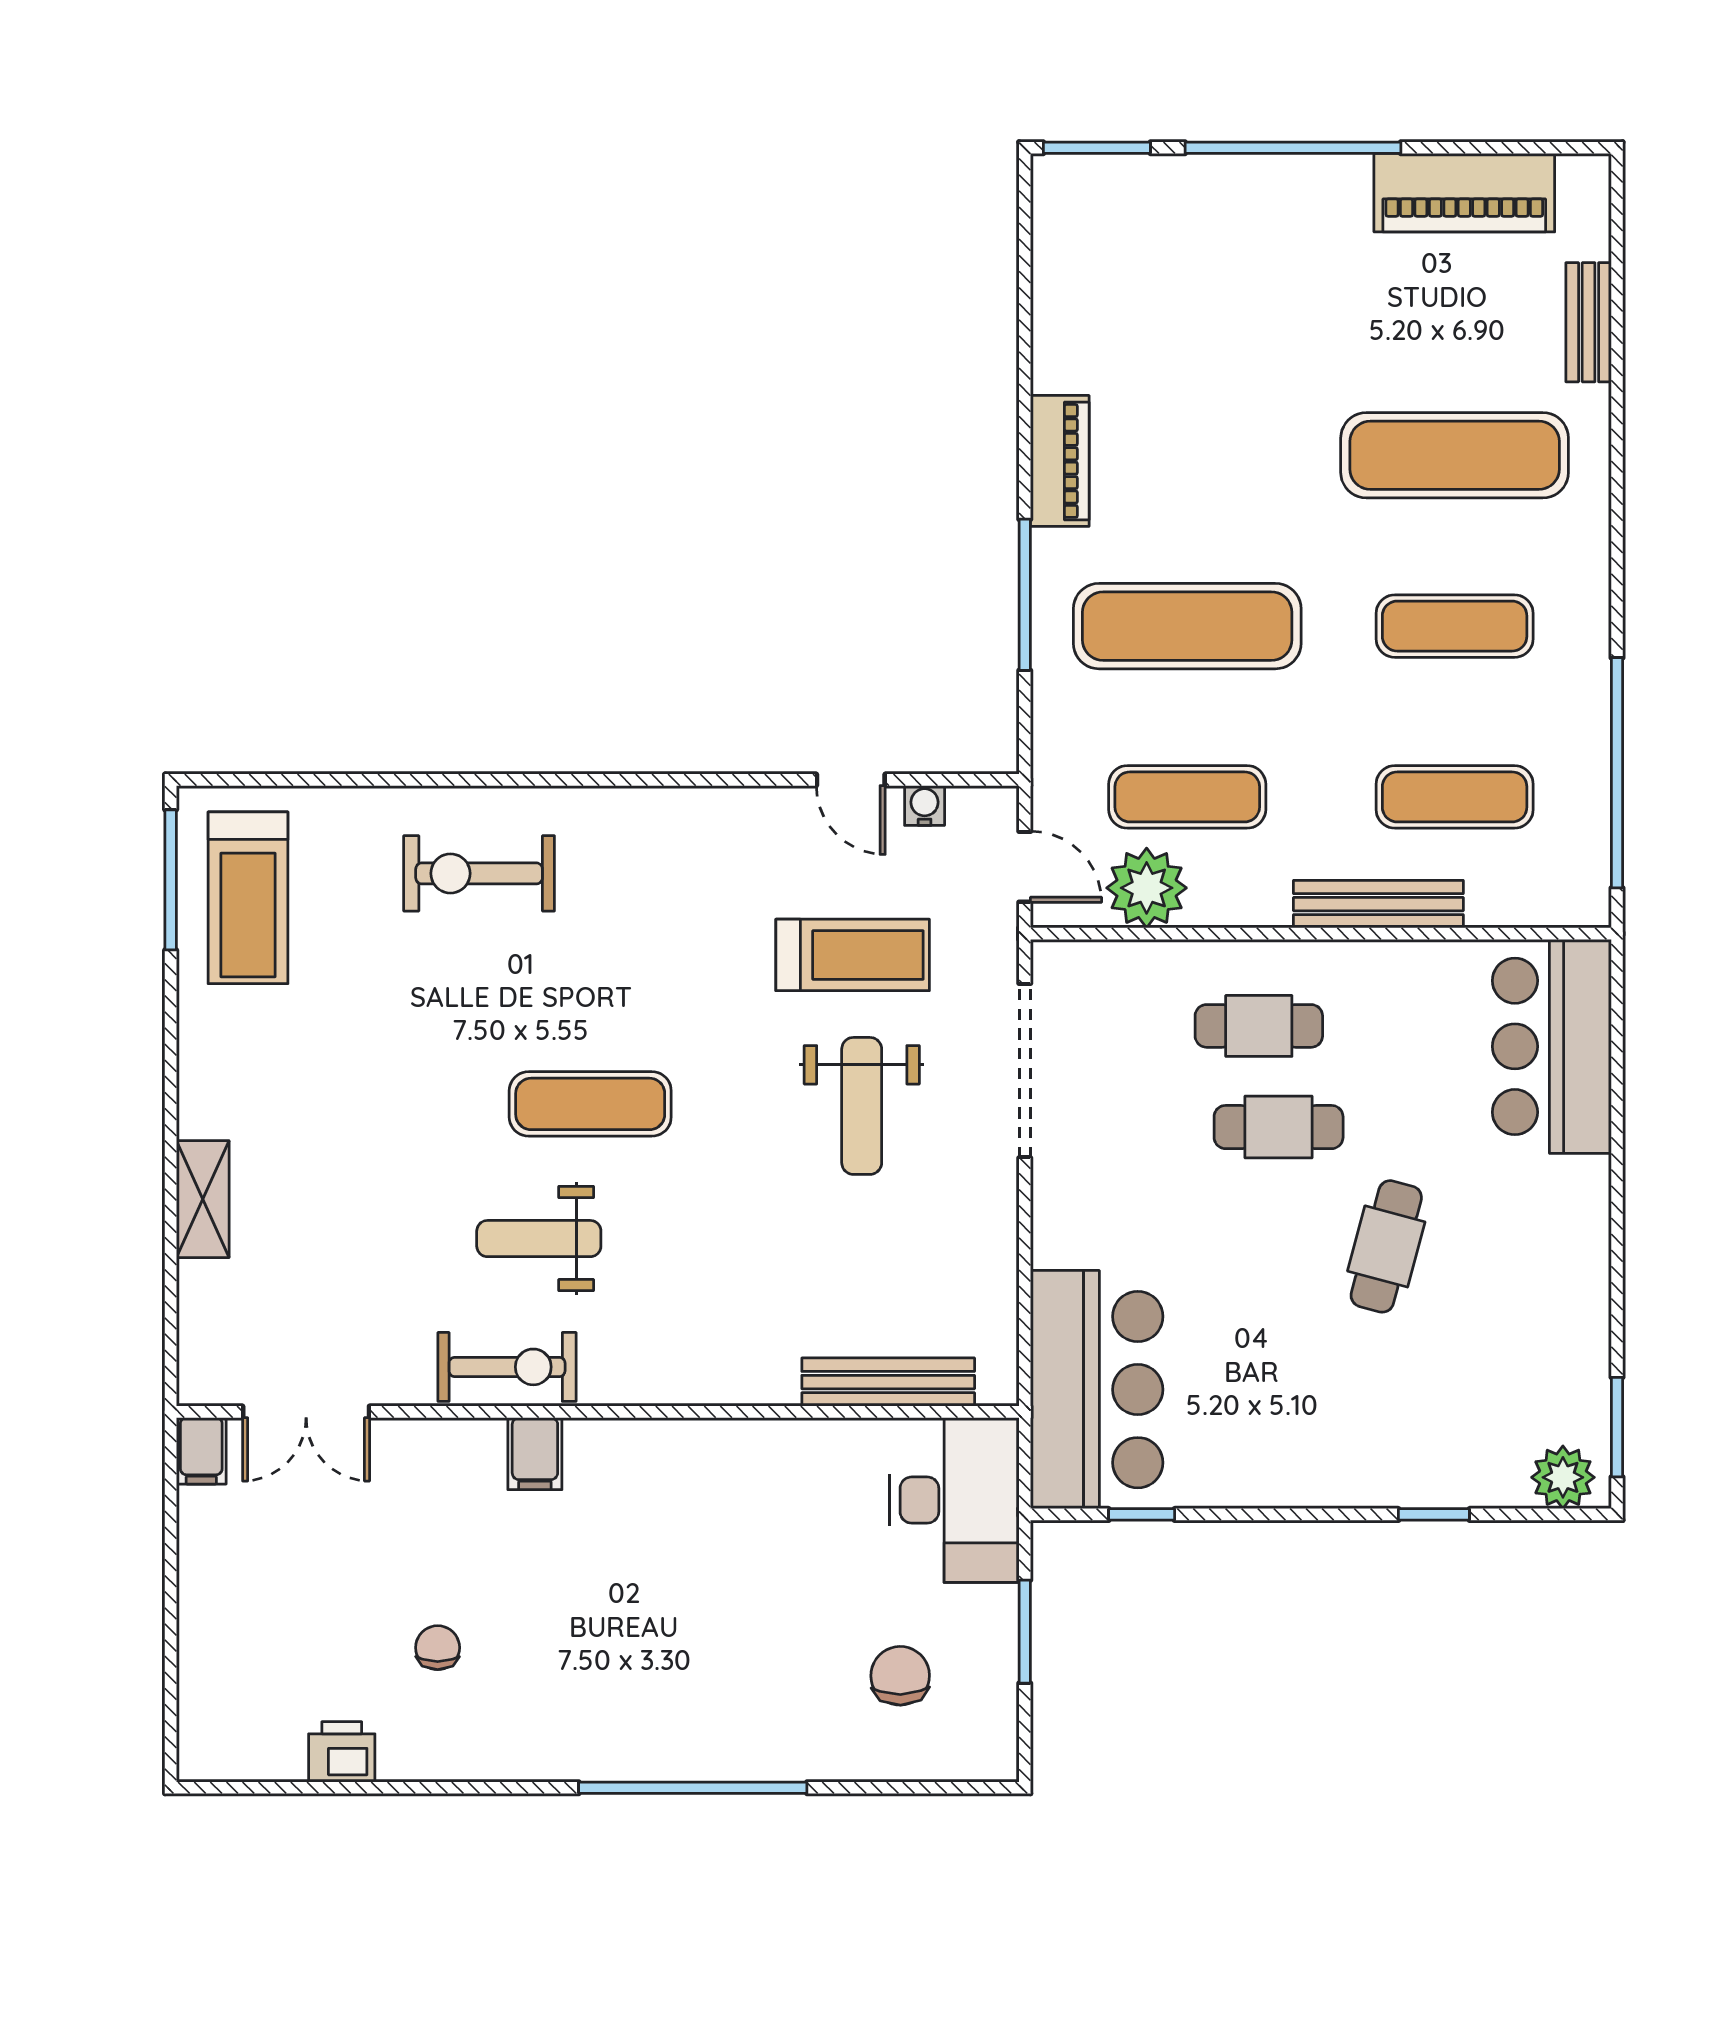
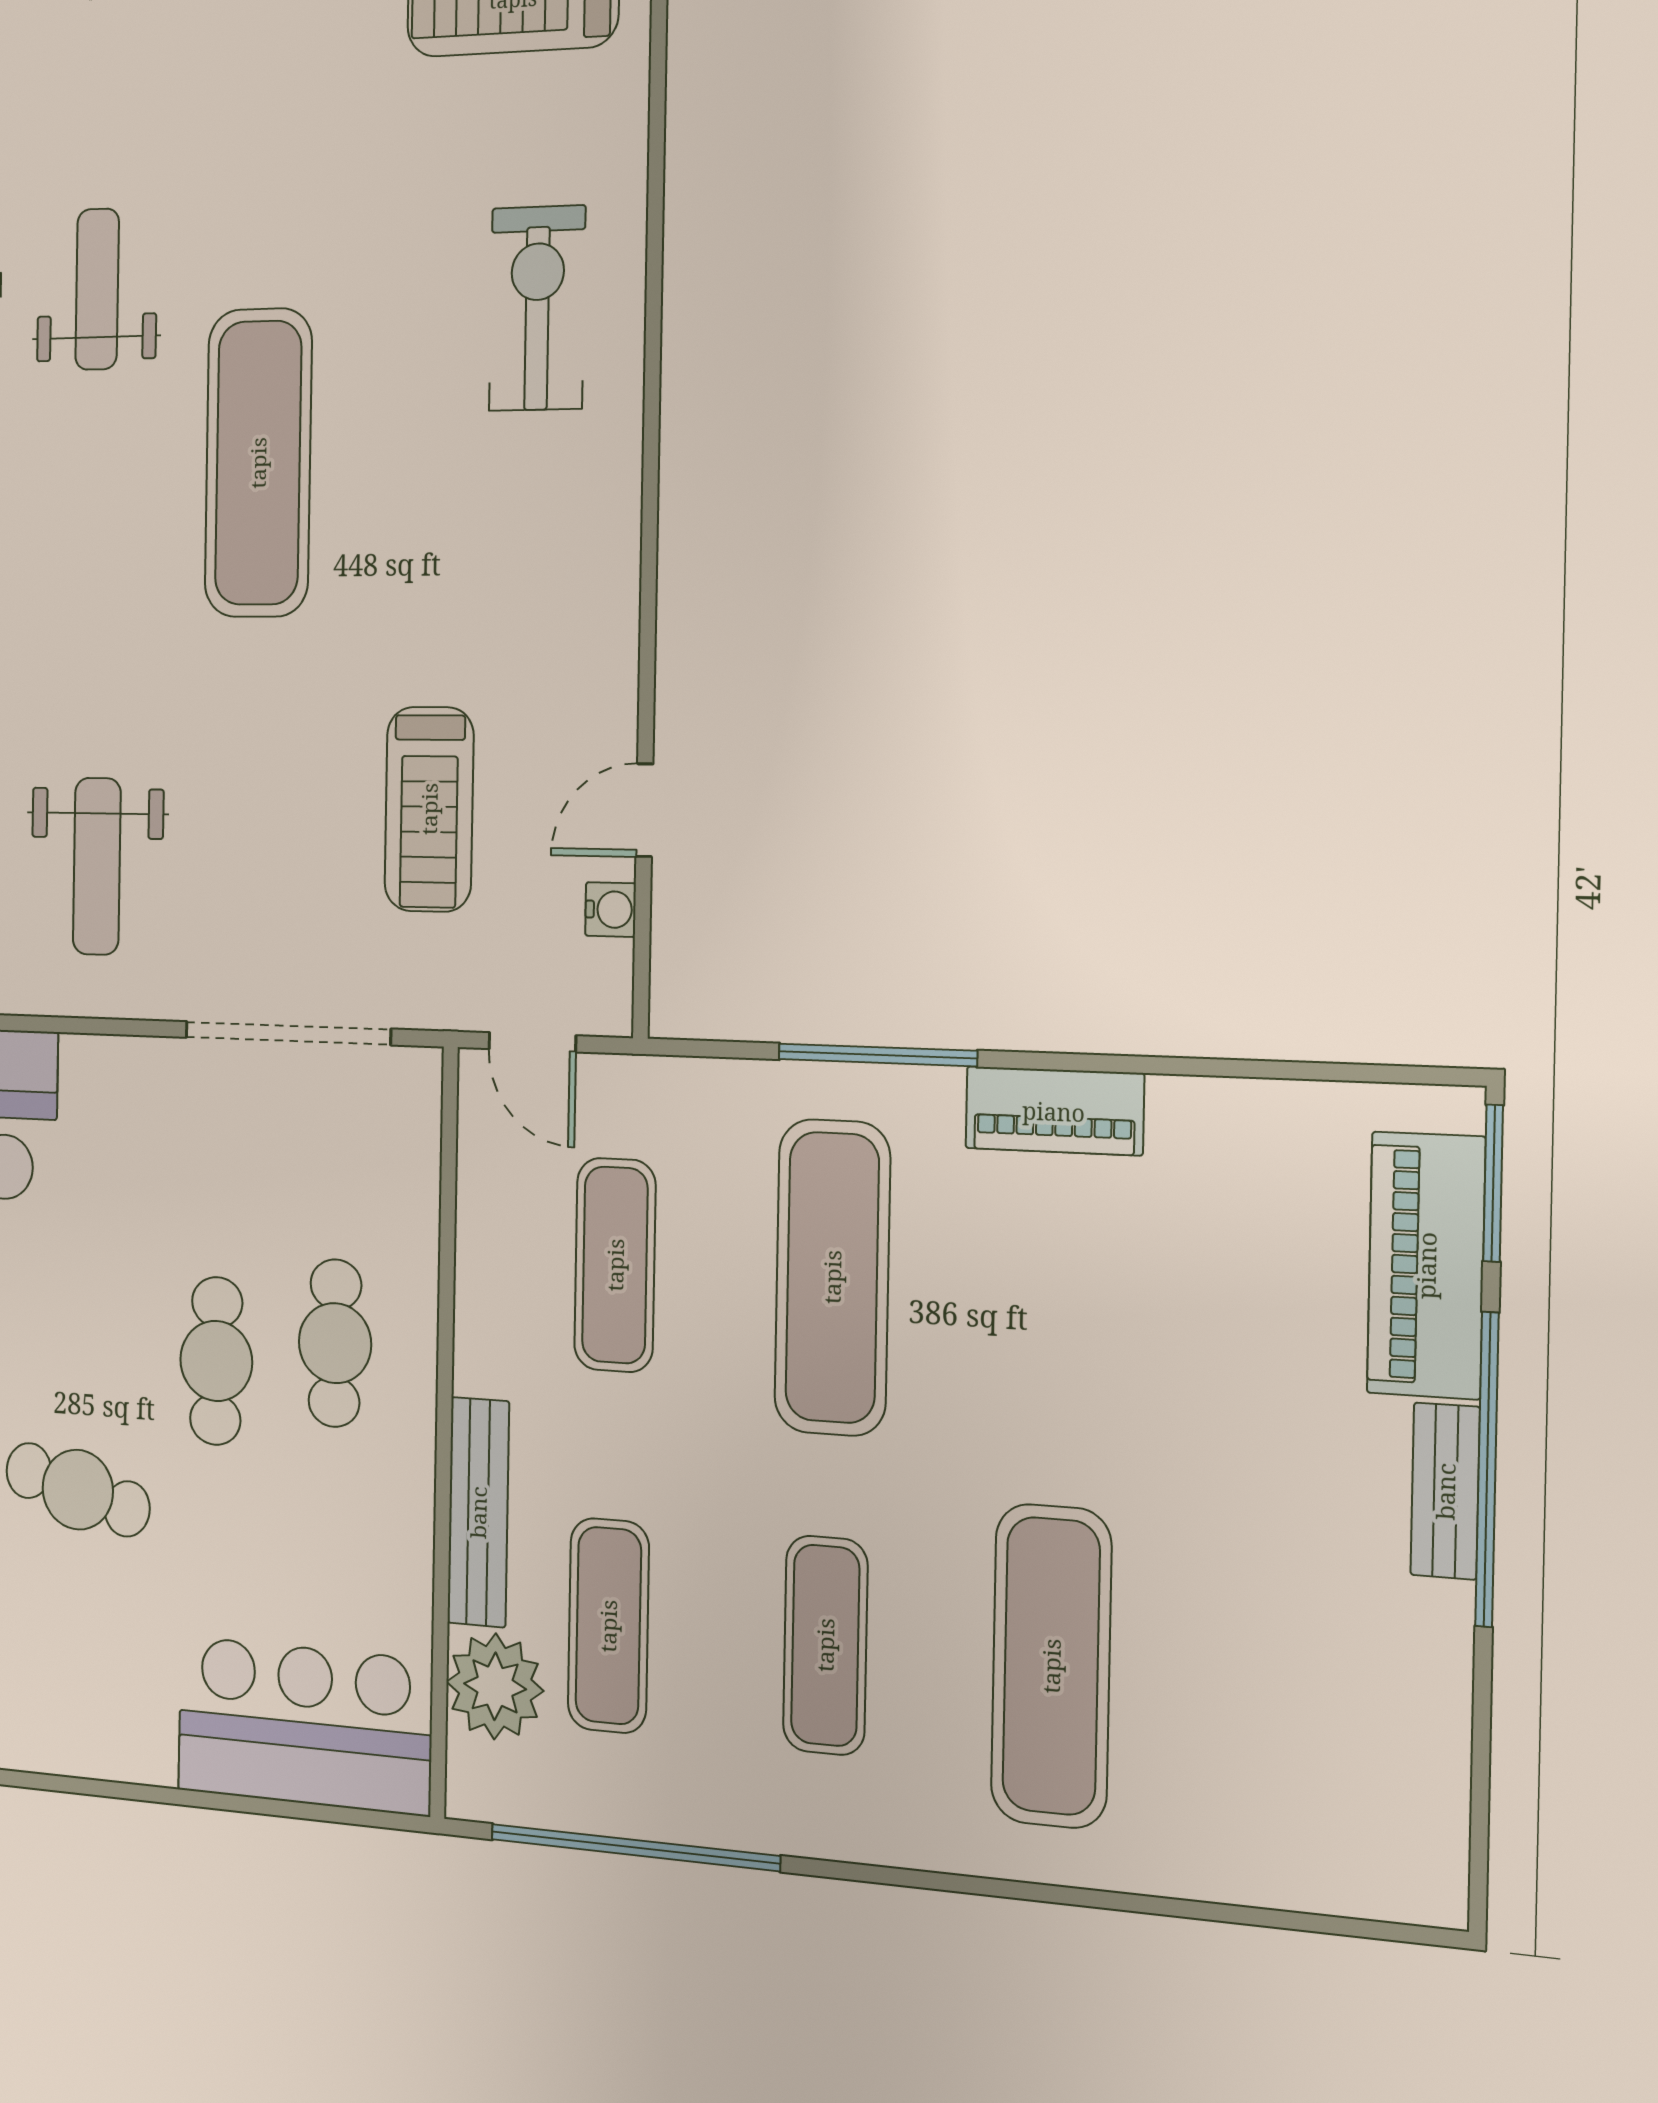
piano: (1464, 193) -> (1426, 1265), moved
bench: (1589, 322) -> (1445, 1491), moved, turned 90
door: (1025, 867) -> (532, 1042), hinge flipped
plant: (1147, 888) -> (495, 1686), moved
exercise mat: (590, 1104) -> (258, 463), width x1.36, depth x1.45
weight bench: (862, 1106) -> (97, 866), moved, turned -90
weight bench: (539, 1239) -> (97, 289), moved

